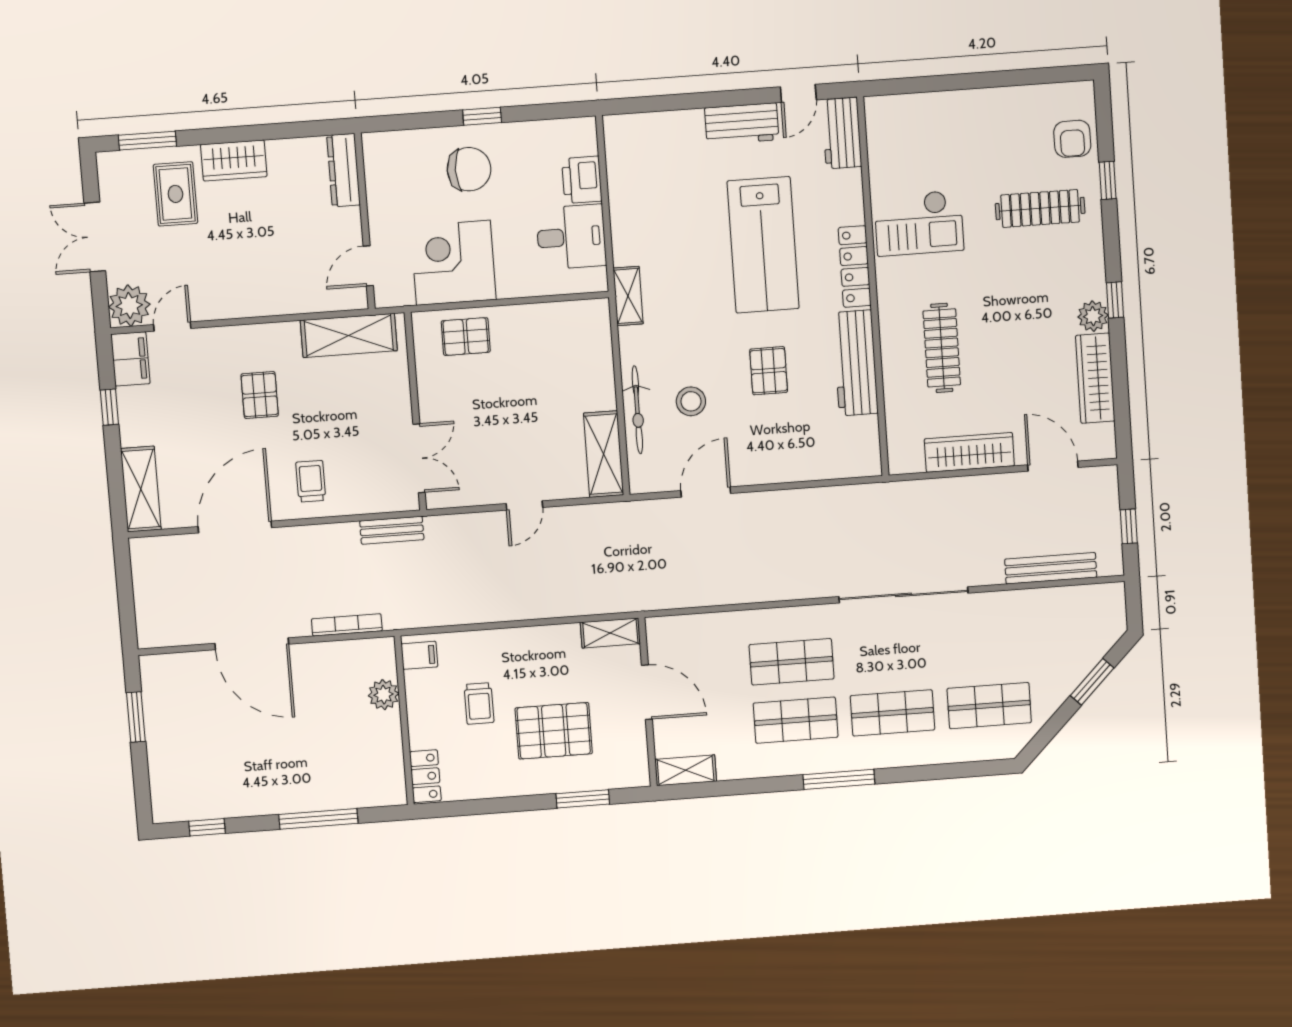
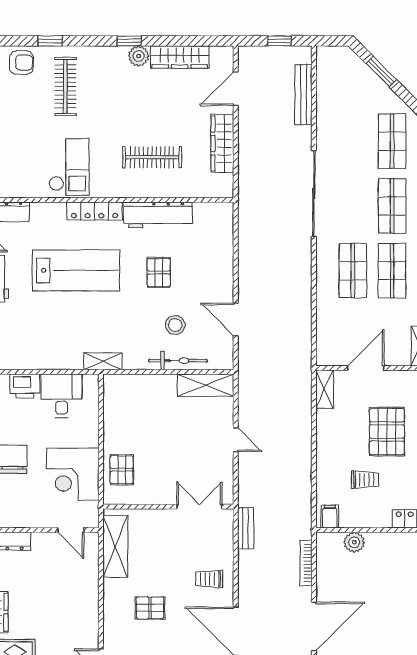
pallet: (769, 371) -> (159, 272), turned 90

